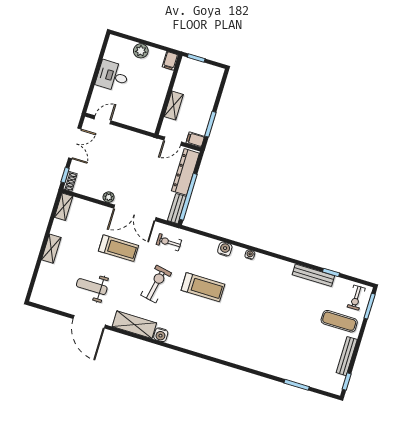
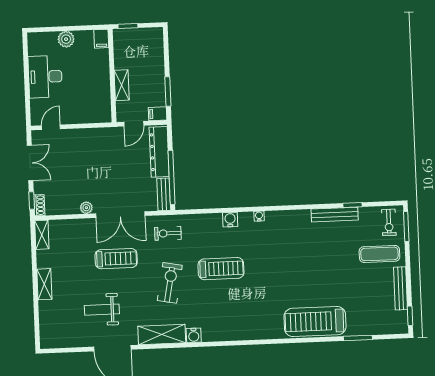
desk: (112, 76) -> (45, 77), width x1.37
treadmill: (266, 359) -> (315, 322), added

